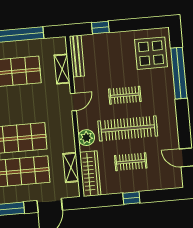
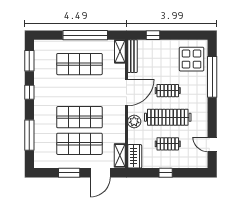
shelving: (62, 69) -> (120, 51), moved
door: (73, 102) -> (126, 92), width x1.88
shelving: (71, 168) -> (120, 155), moved
wardrobe: (90, 174) -> (135, 156), width x0.67

